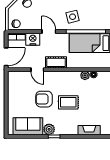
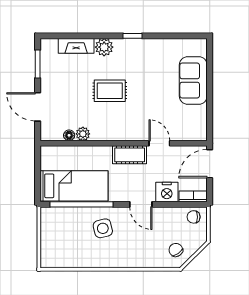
armchair: (44, 99) -> (149, 96), removed
sofa: (28, 126) -> (193, 81), moved, turned 90
plant: (49, 129) -> (104, 47), moved

